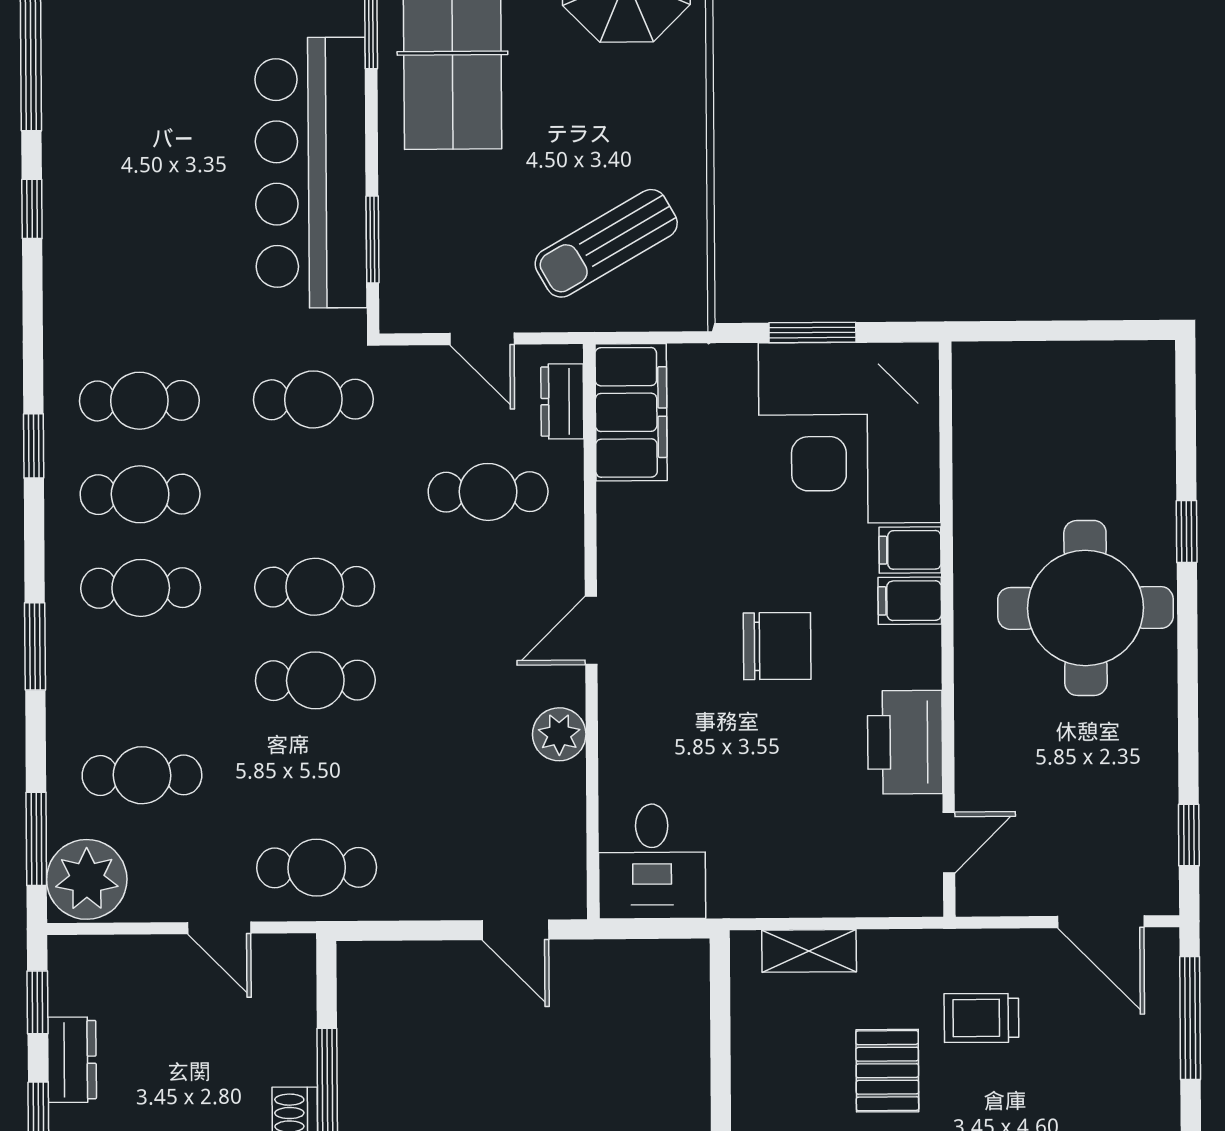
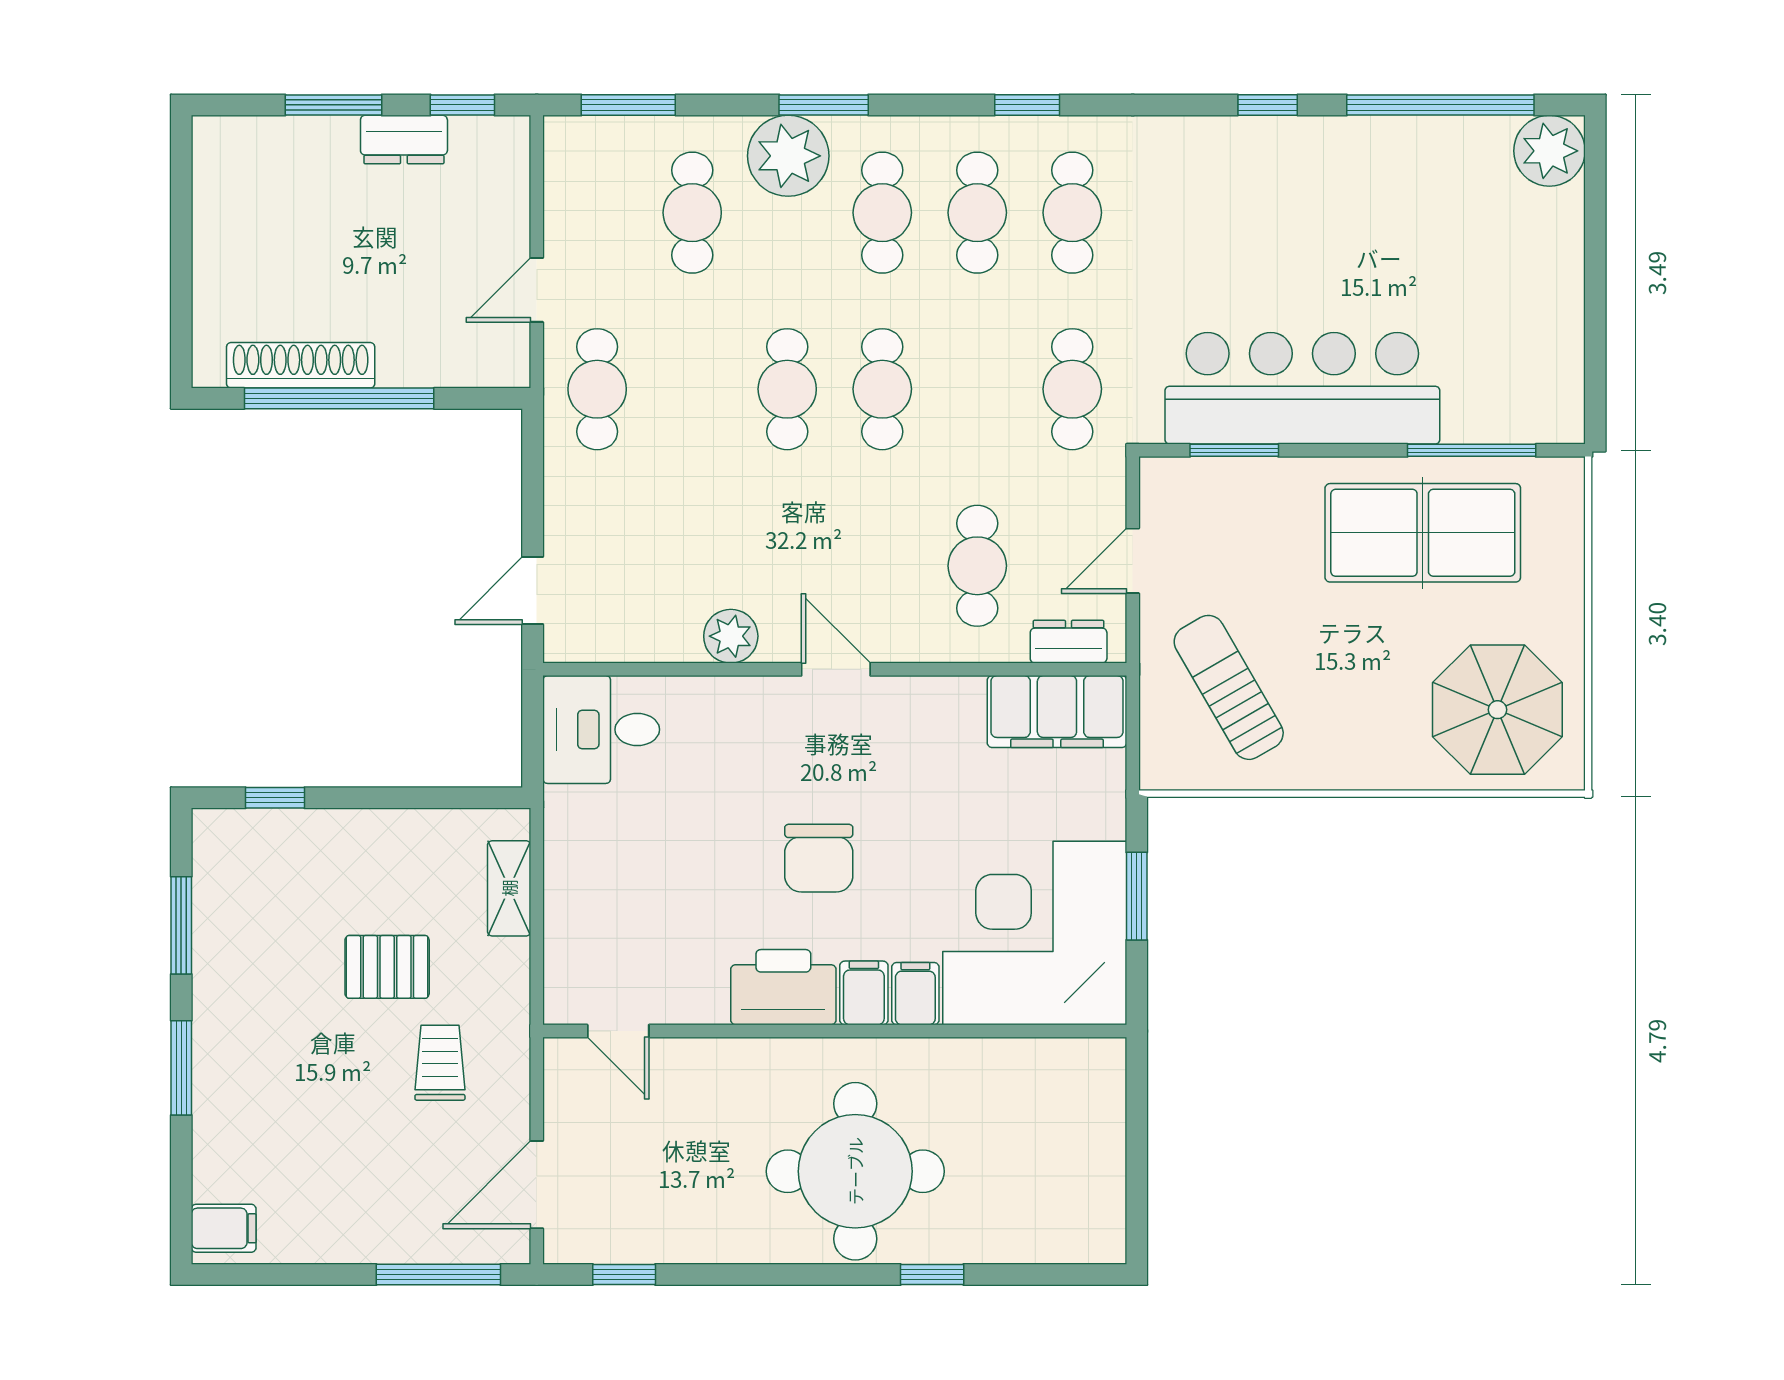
printer: (905, 742) -> (783, 987), moved
plant: (87, 879) -> (788, 156), moved

